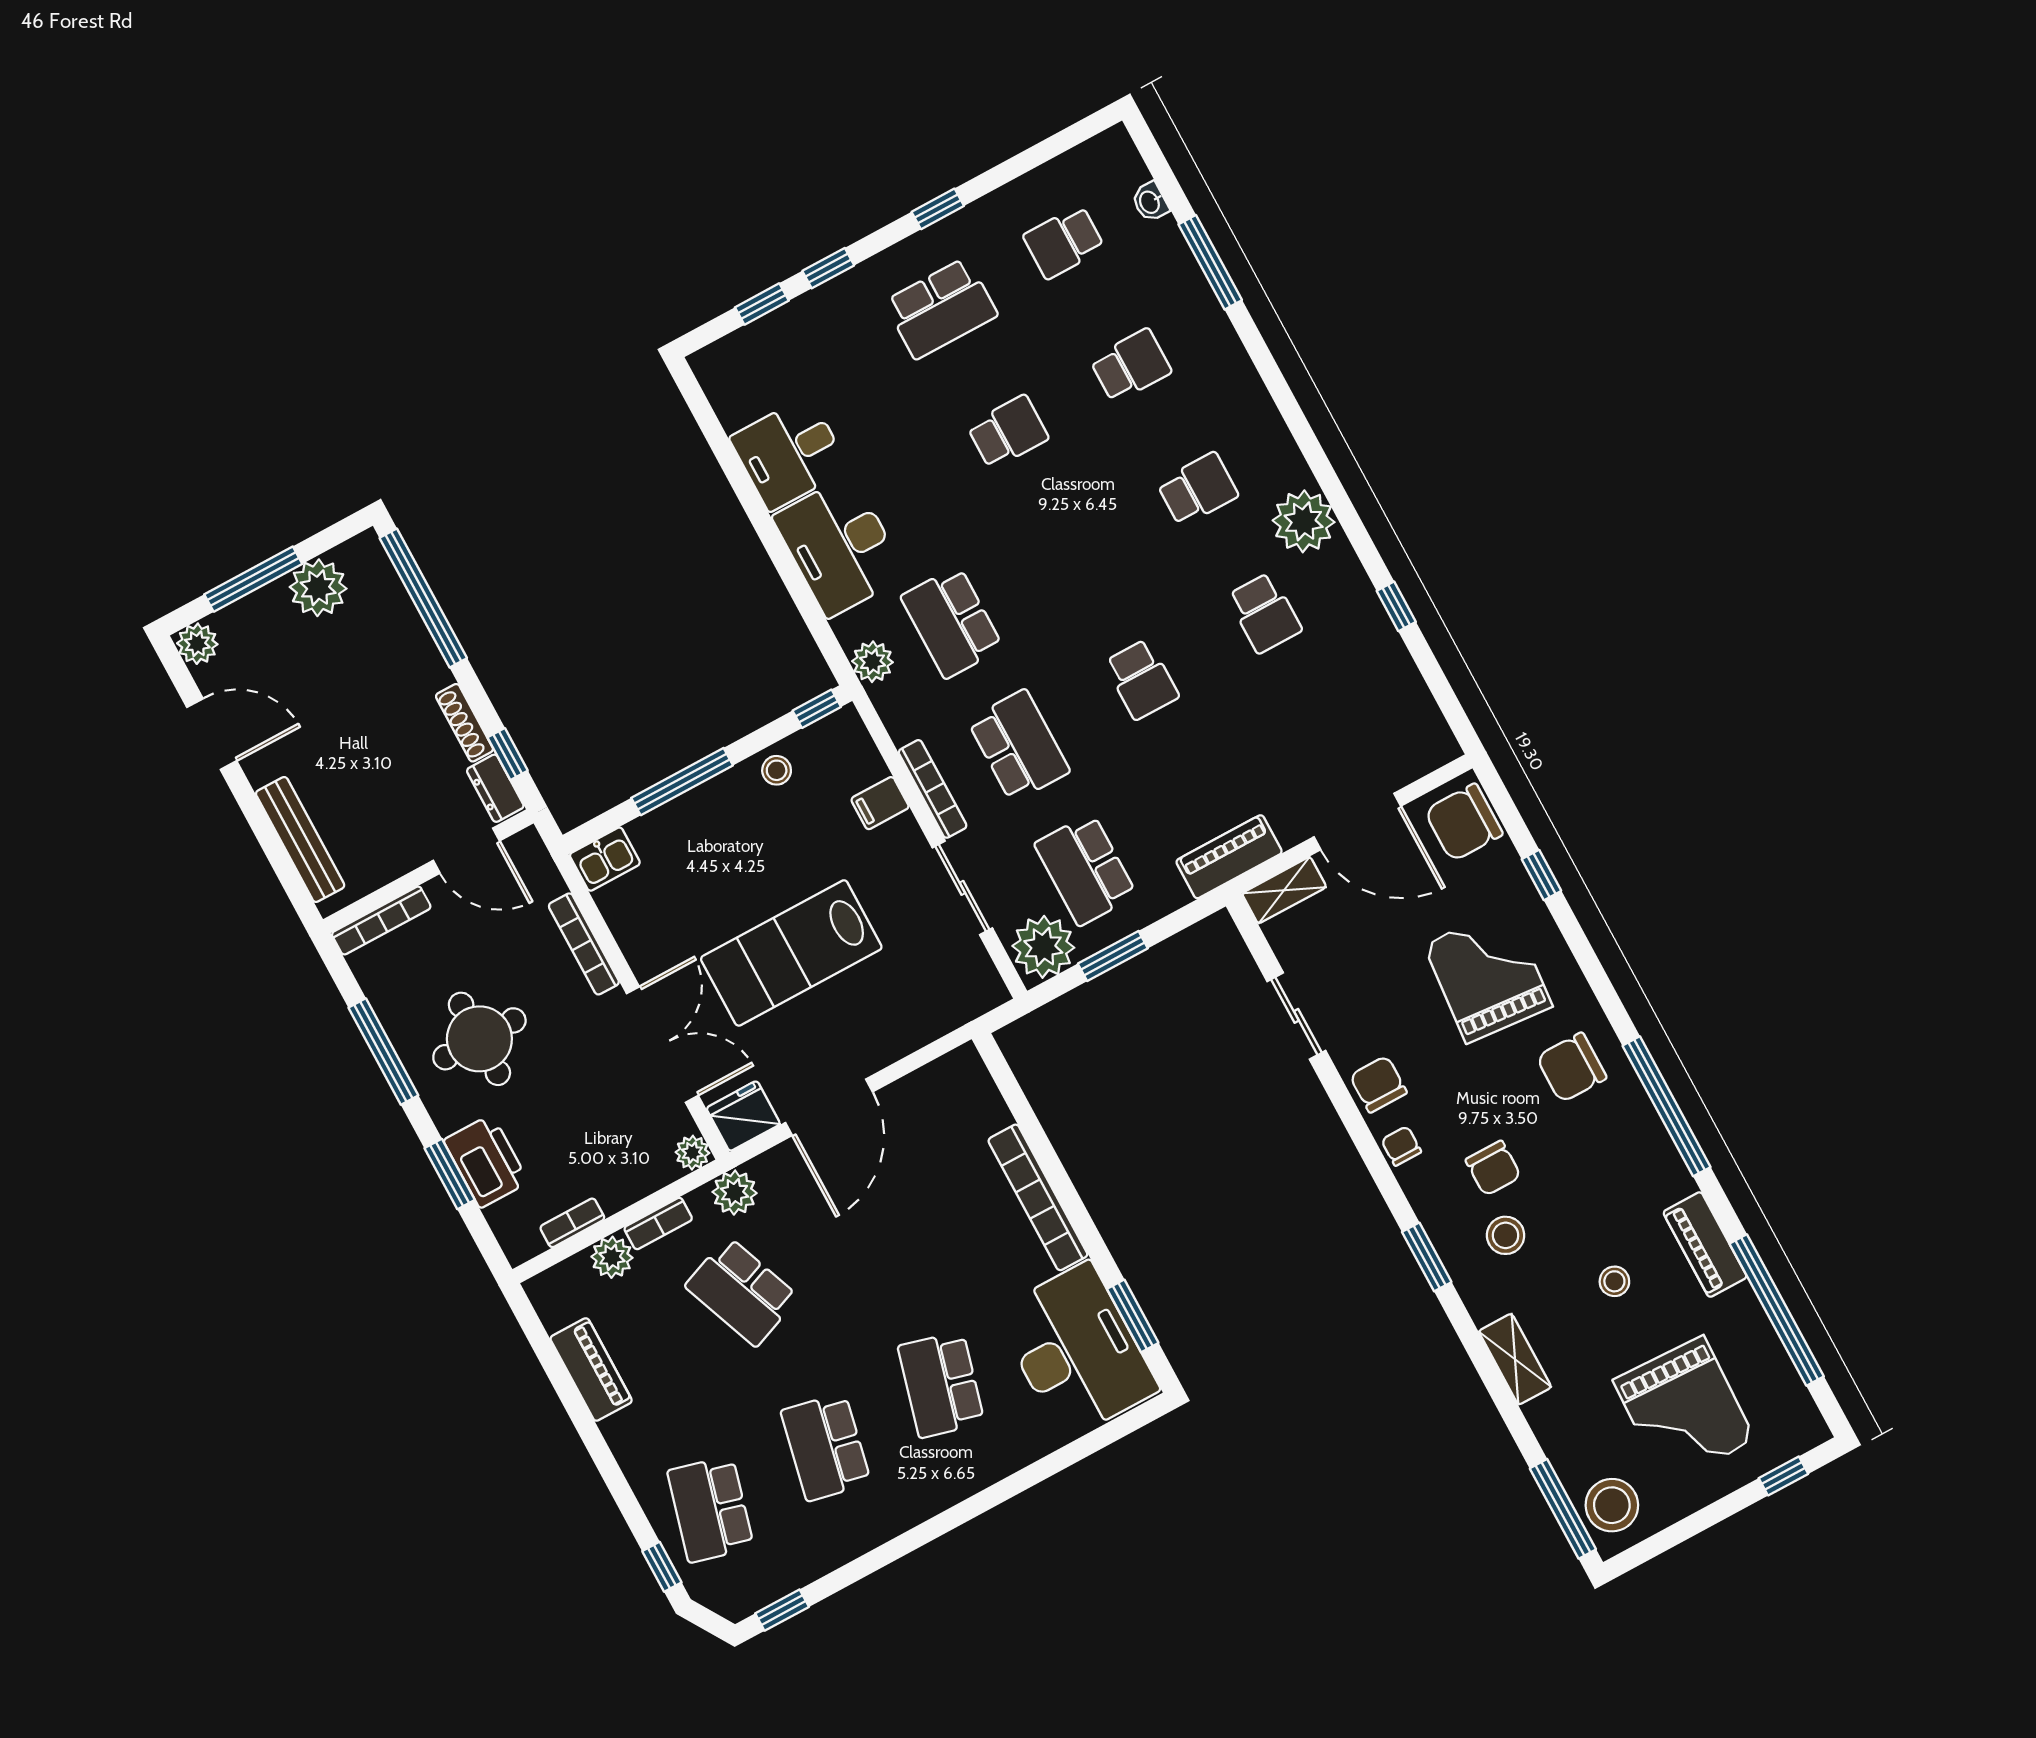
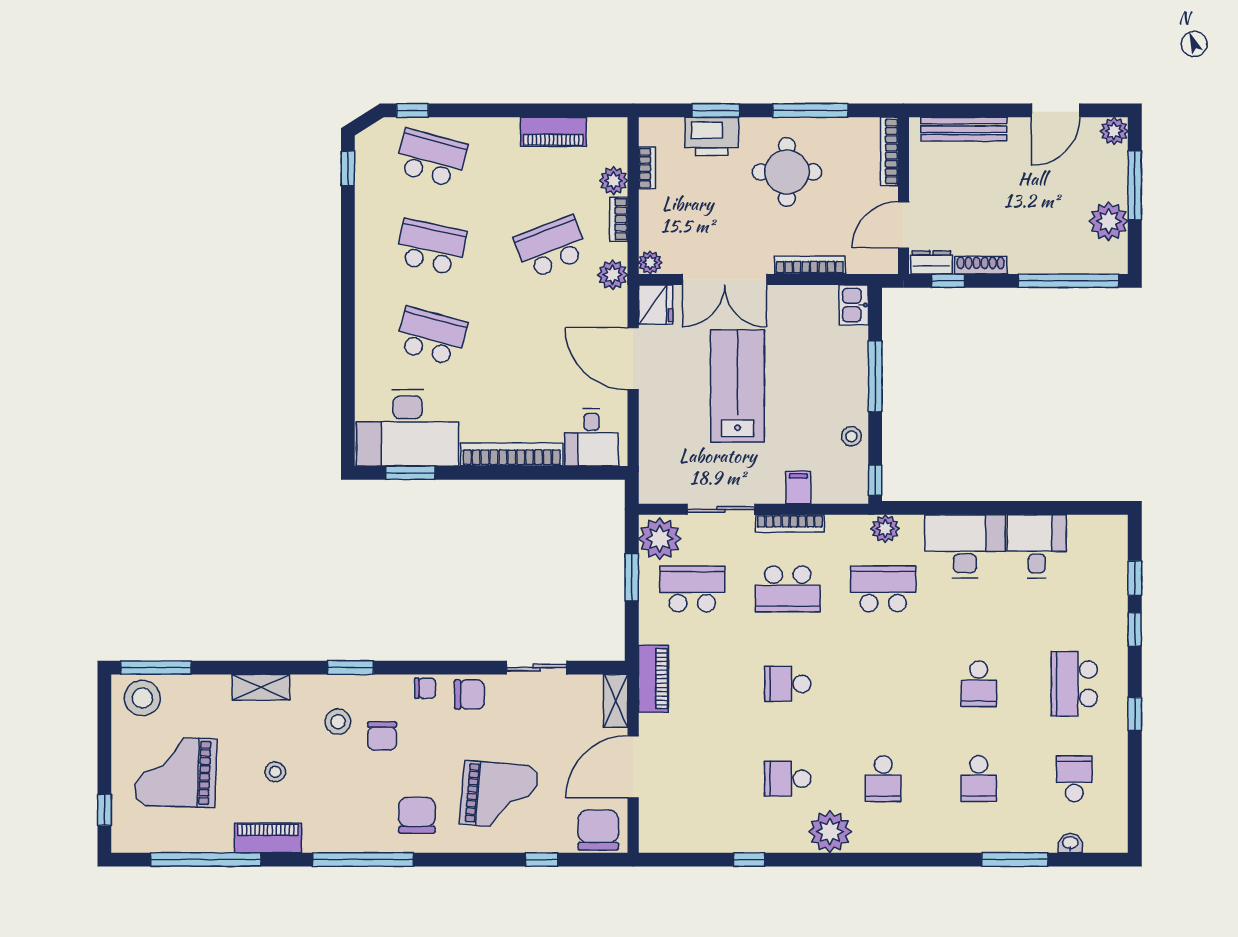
desk: (960, 1106) -> (591, 437), added
chair: (1493, 1168) -> (382, 736), turned -90

